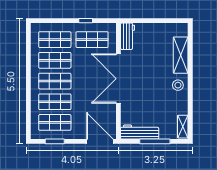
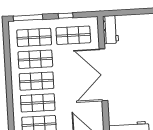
window: (50, 21) -> (28, 18), added

